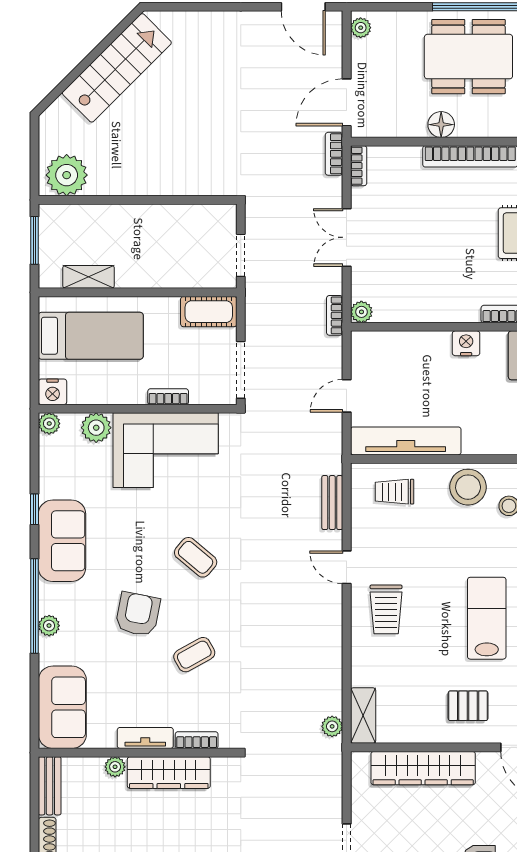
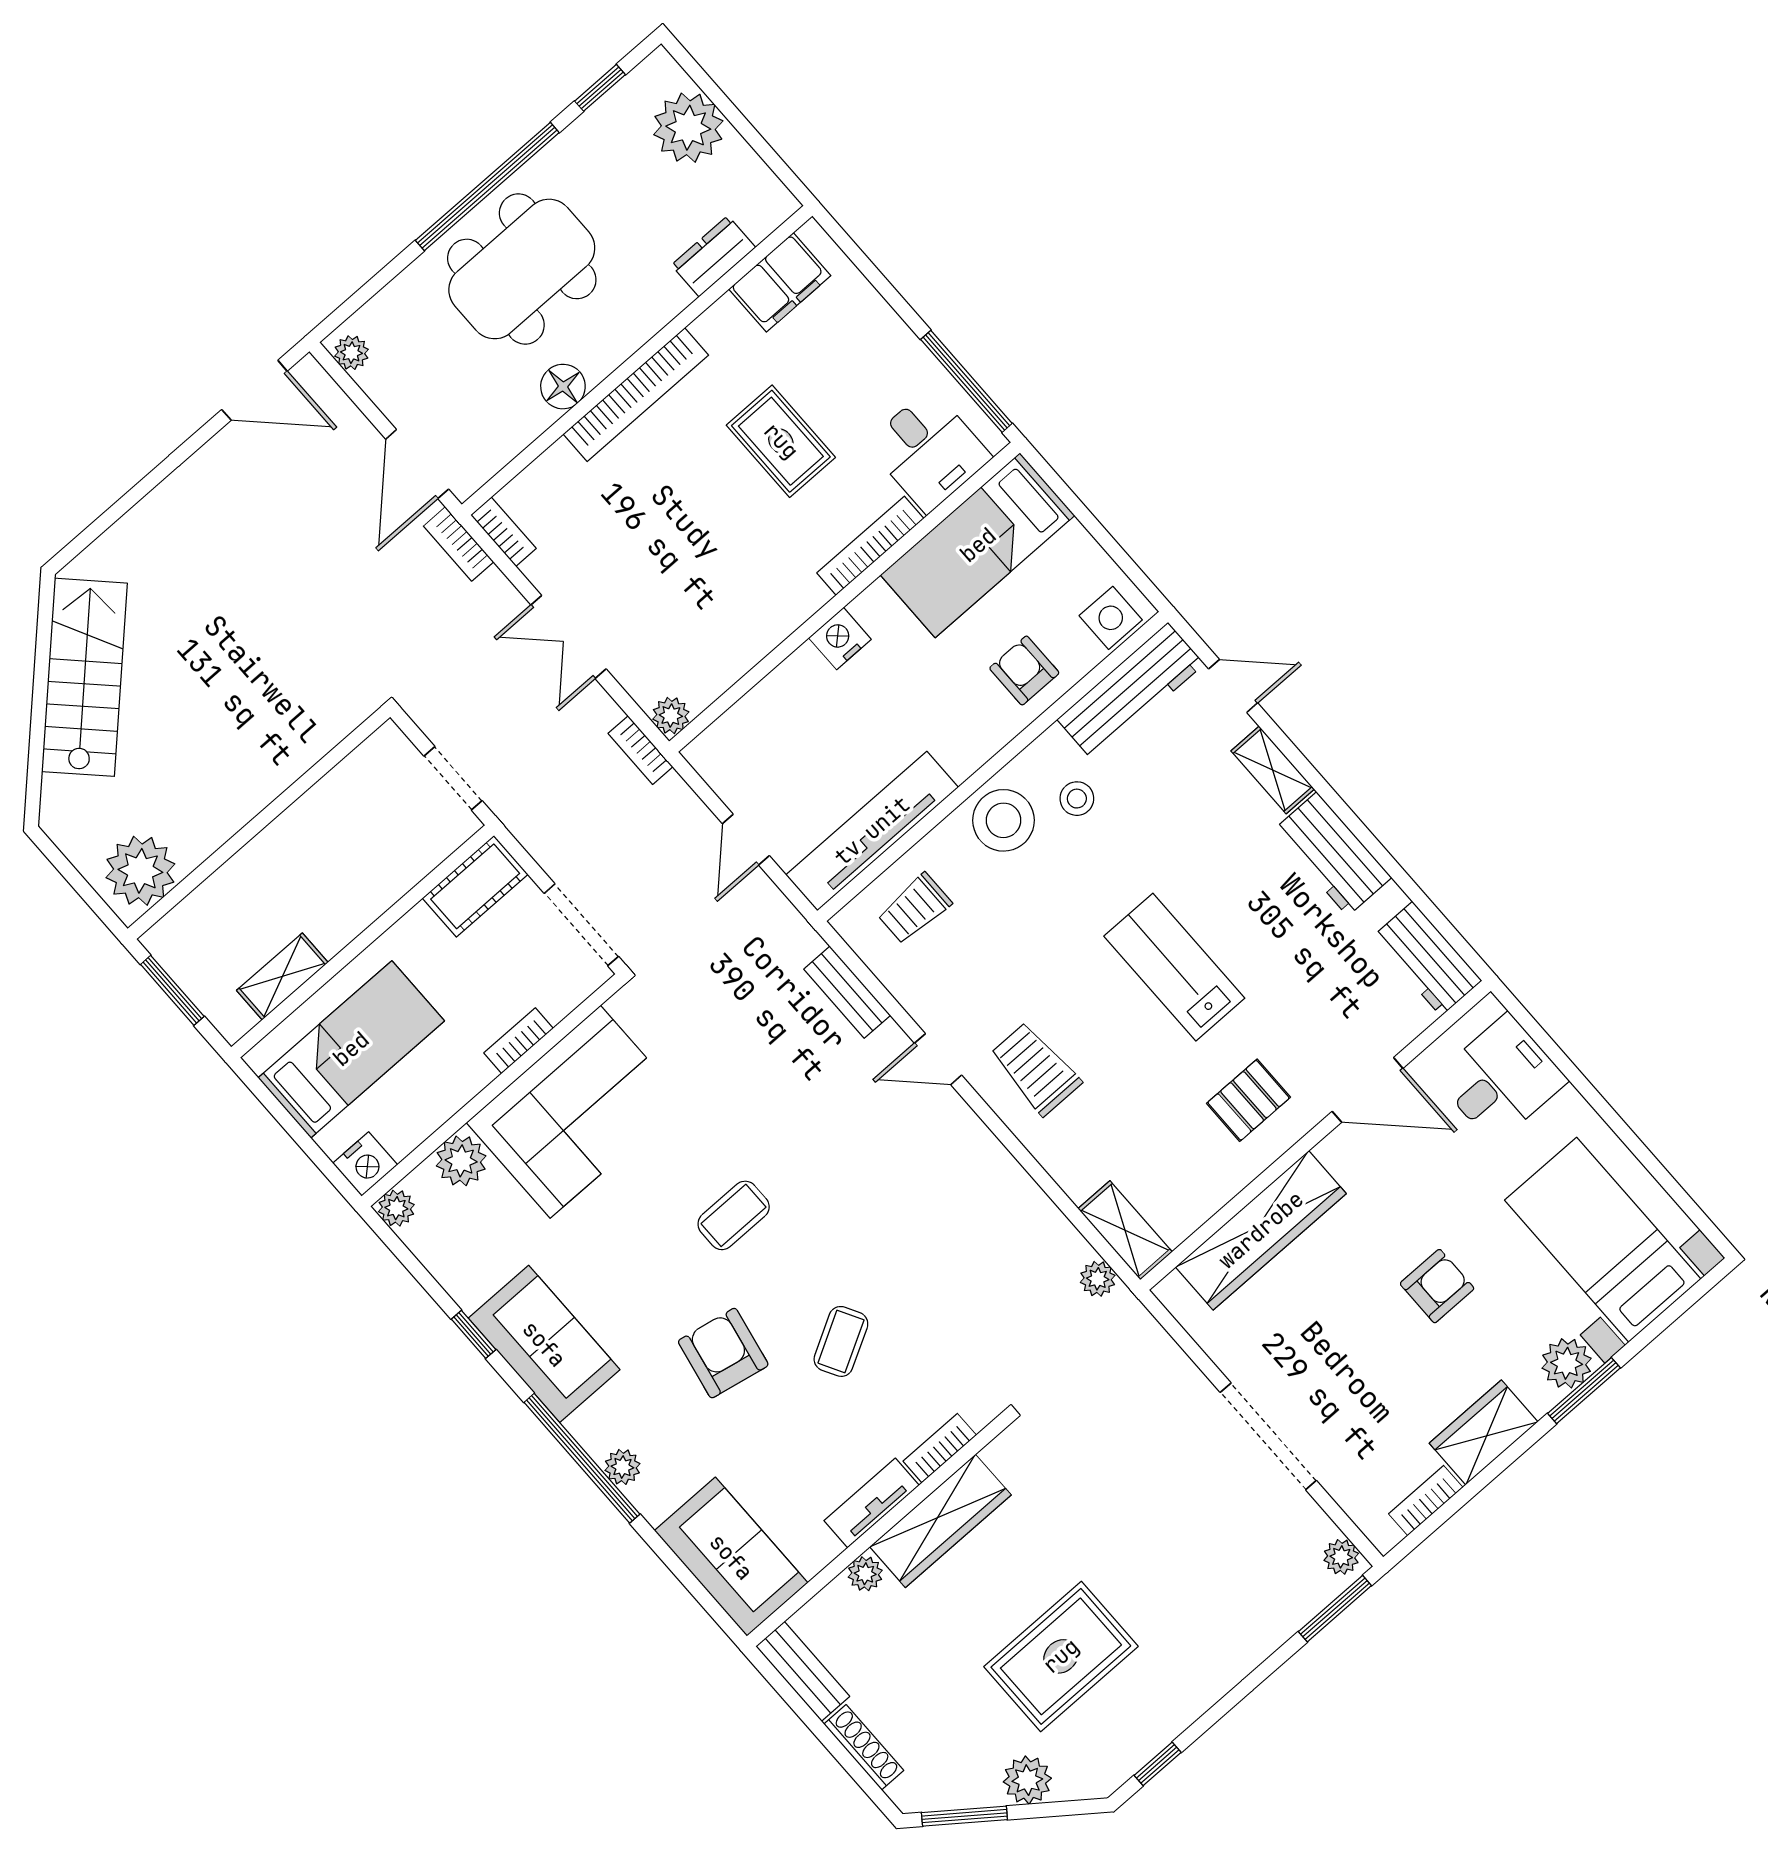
coffee table: (196, 557) -> (734, 1215), turned -40
trolley: (386, 609) -> (1036, 1069), turned 180

